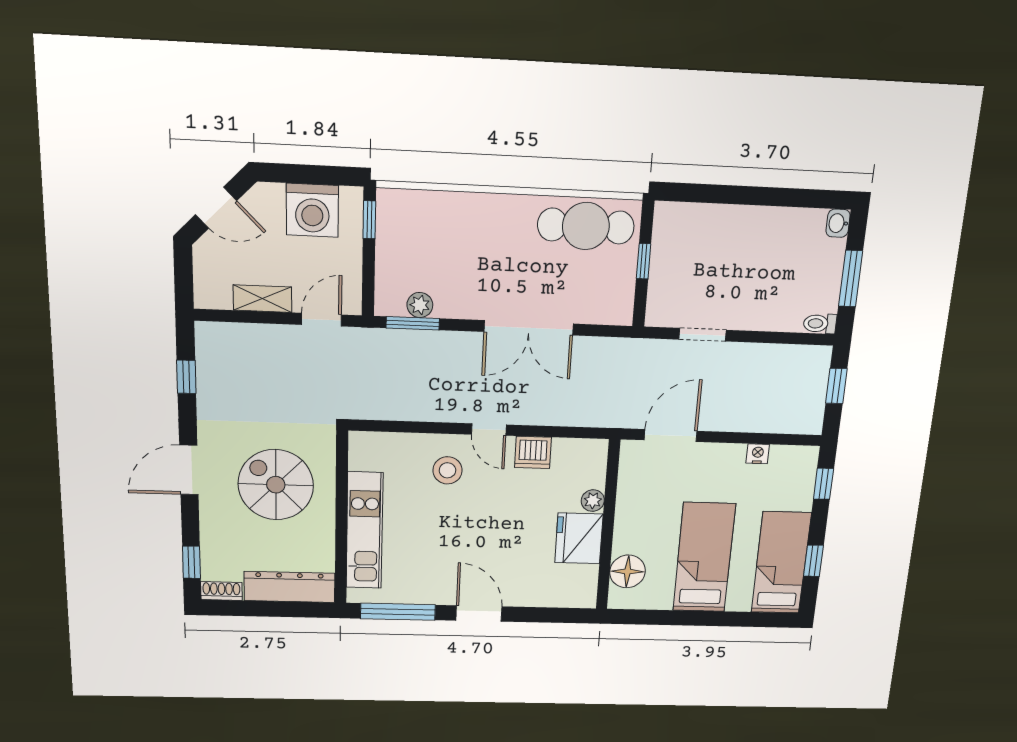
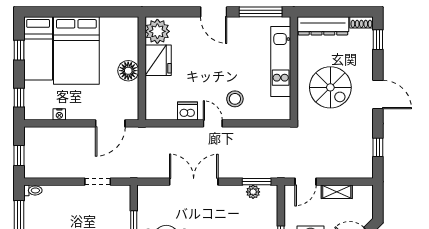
door: (189, 470) -> (378, 95), hinge flipped
plant: (593, 501) -> (157, 31), moved, width x1.87, depth x1.87
bed: (704, 557) -> (76, 51), width x1.50
floor lamp: (628, 571) -> (128, 71), moved

